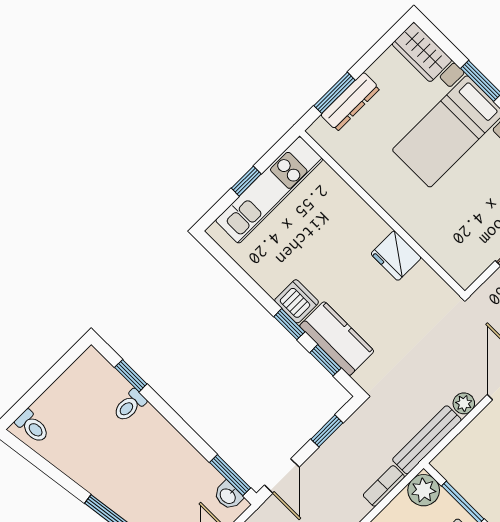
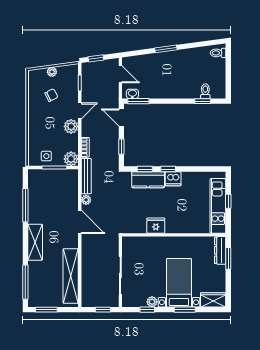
dresser: (350, 102) -> (220, 250), moved
toilet: (130, 406) -> (205, 91), moved

